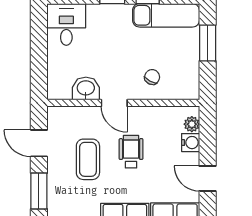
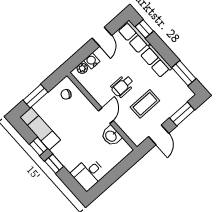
chair: (152, 77) -> (66, 94), moved

